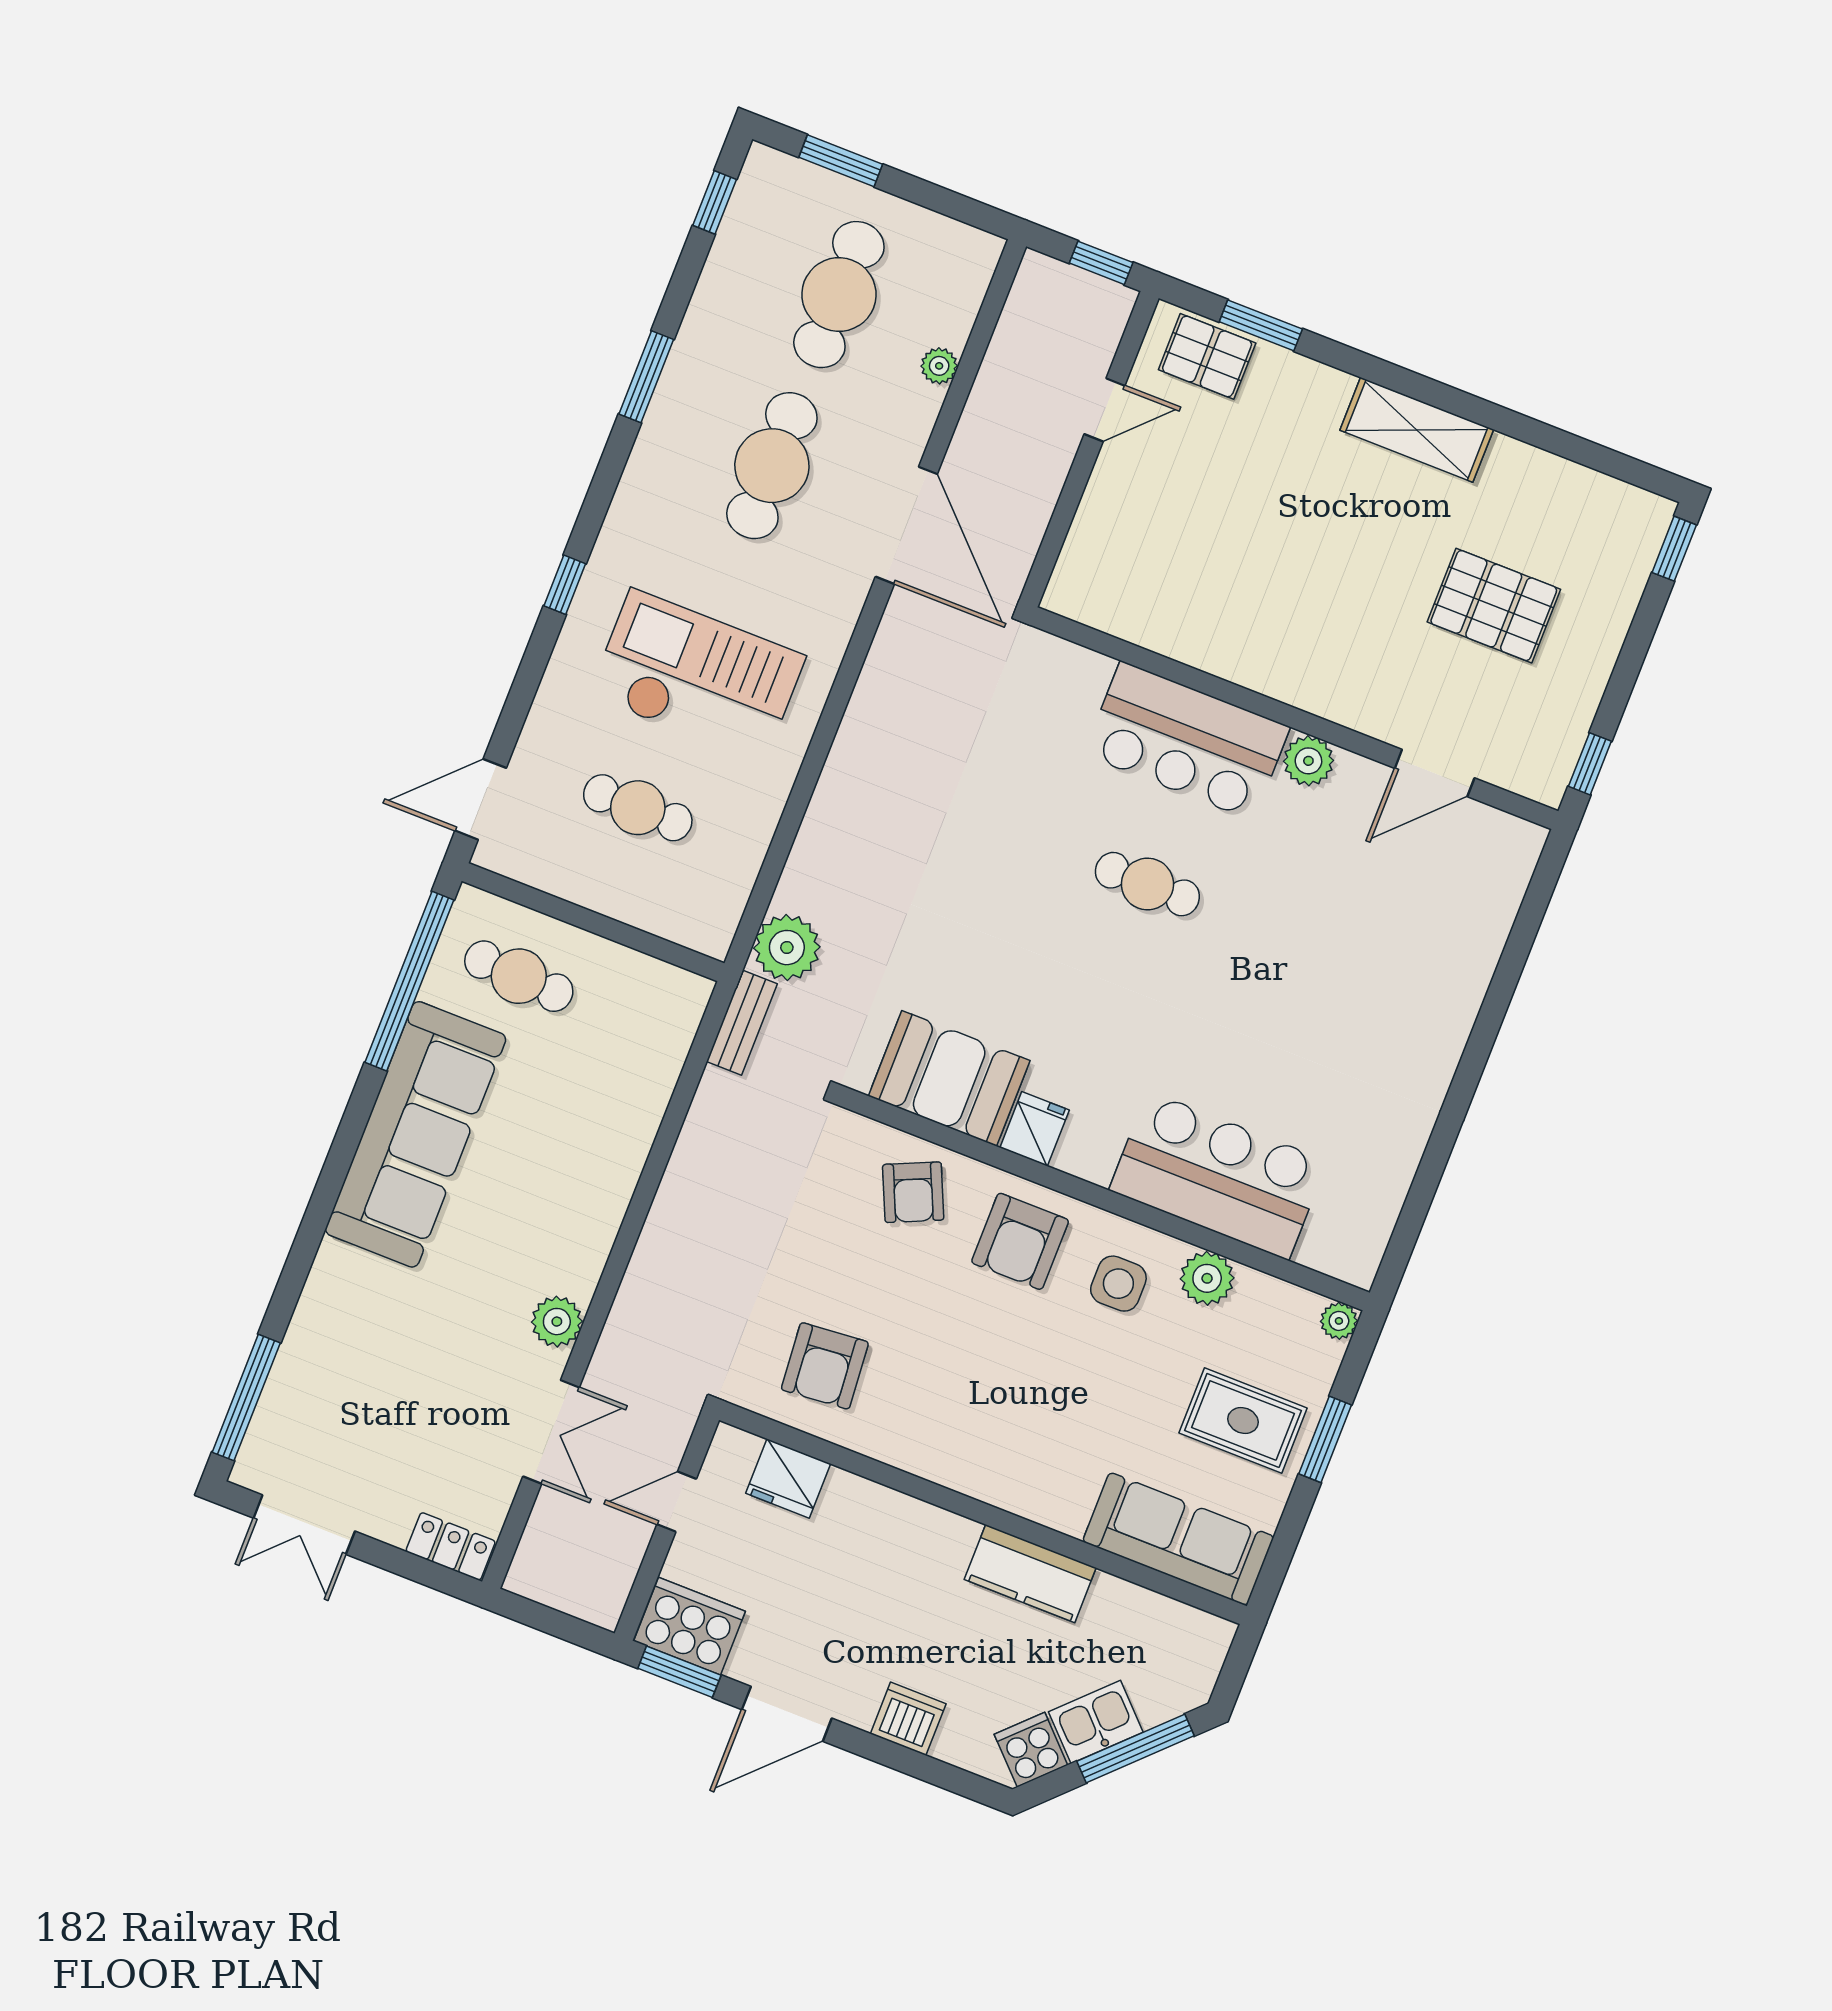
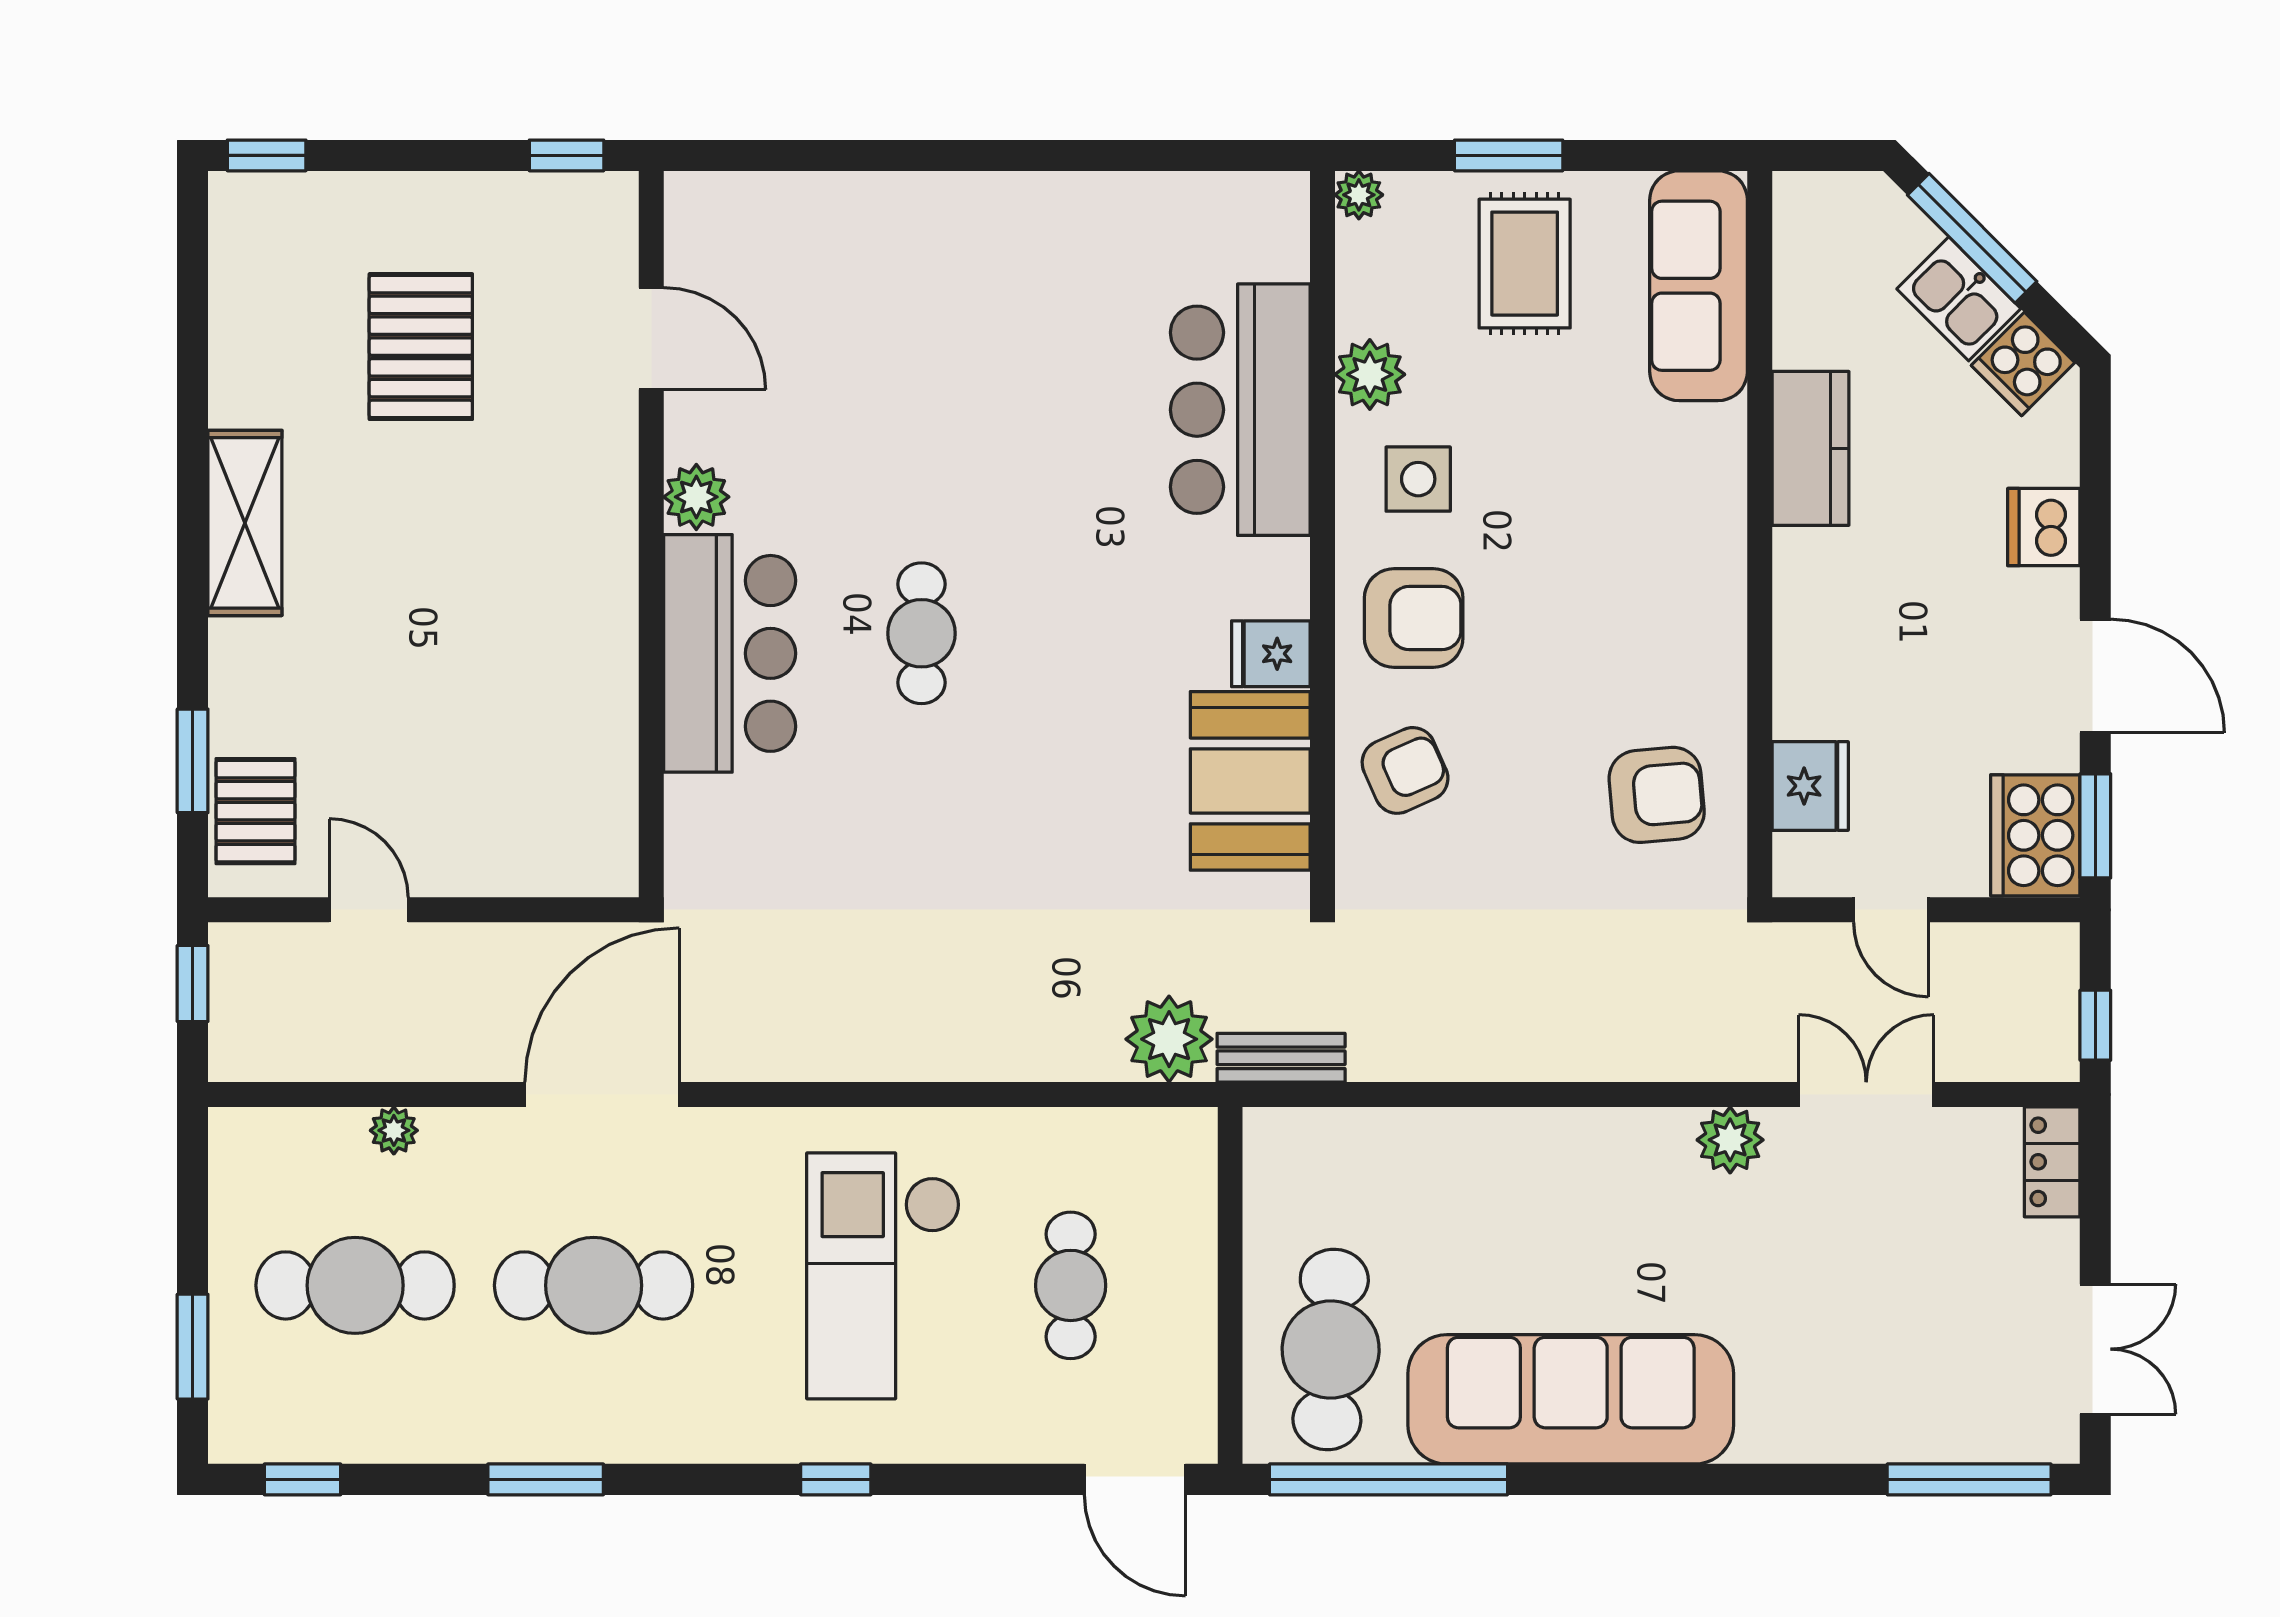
cafe table: (519, 976) -> (1331, 1349), width x1.37, depth x1.35
window: (536, 1616) -> (2095, 1025), added

